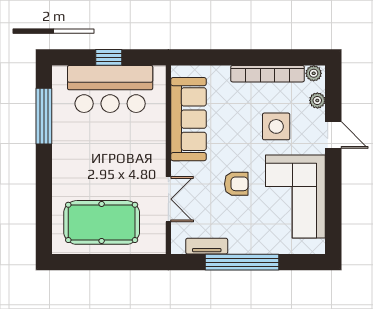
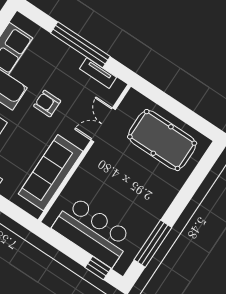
window: (109, 57) -> (98, 268), moved

